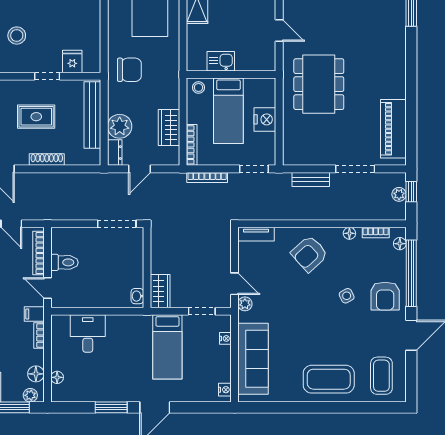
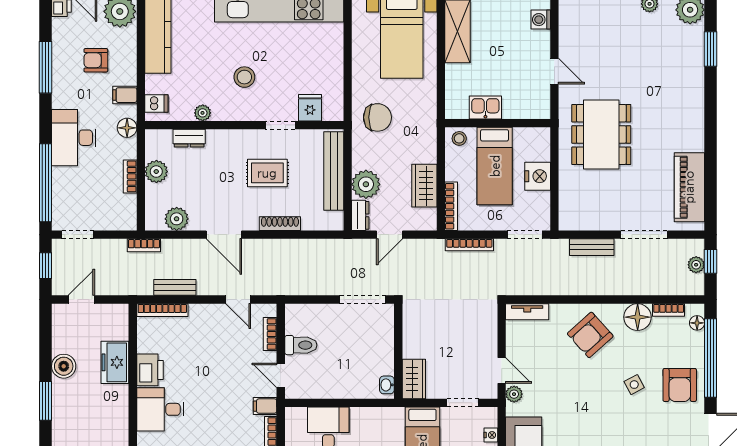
floor lamp: (349, 233) -> (638, 317), width x1.89, depth x1.89
bookcase: (38, 253) -> (270, 334), width x0.64

